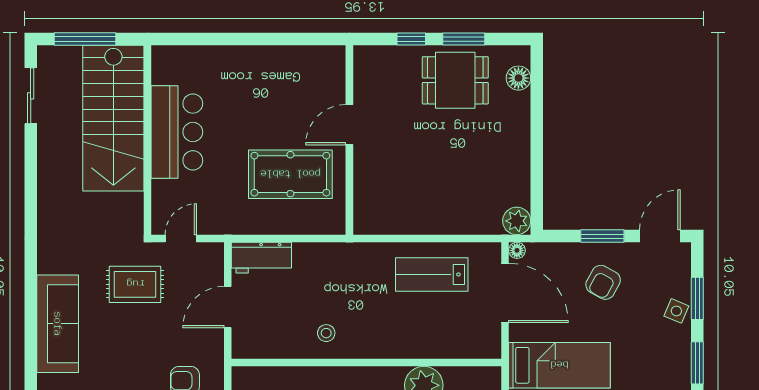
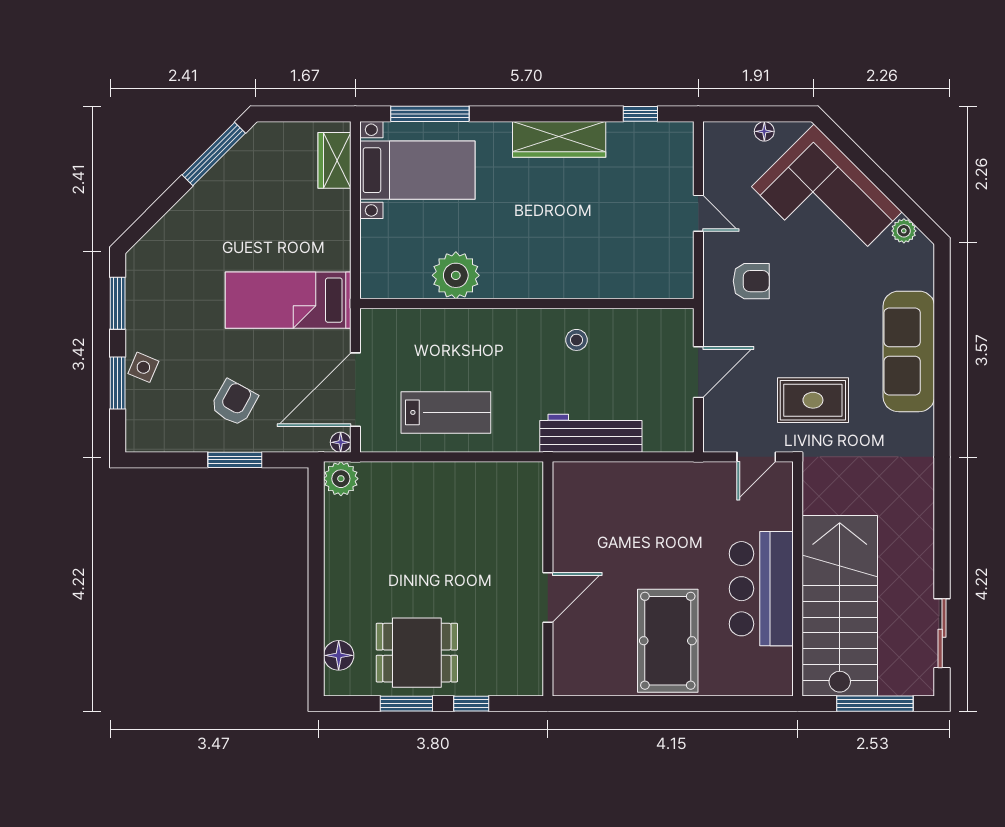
pool table: (290, 174) -> (668, 641), moved, turned 90
door: (660, 236) -> (164, 460), removed
workbench: (261, 258) -> (591, 433), moved, width x1.38
door: (505, 293) -> (355, 390), hinge flipped

